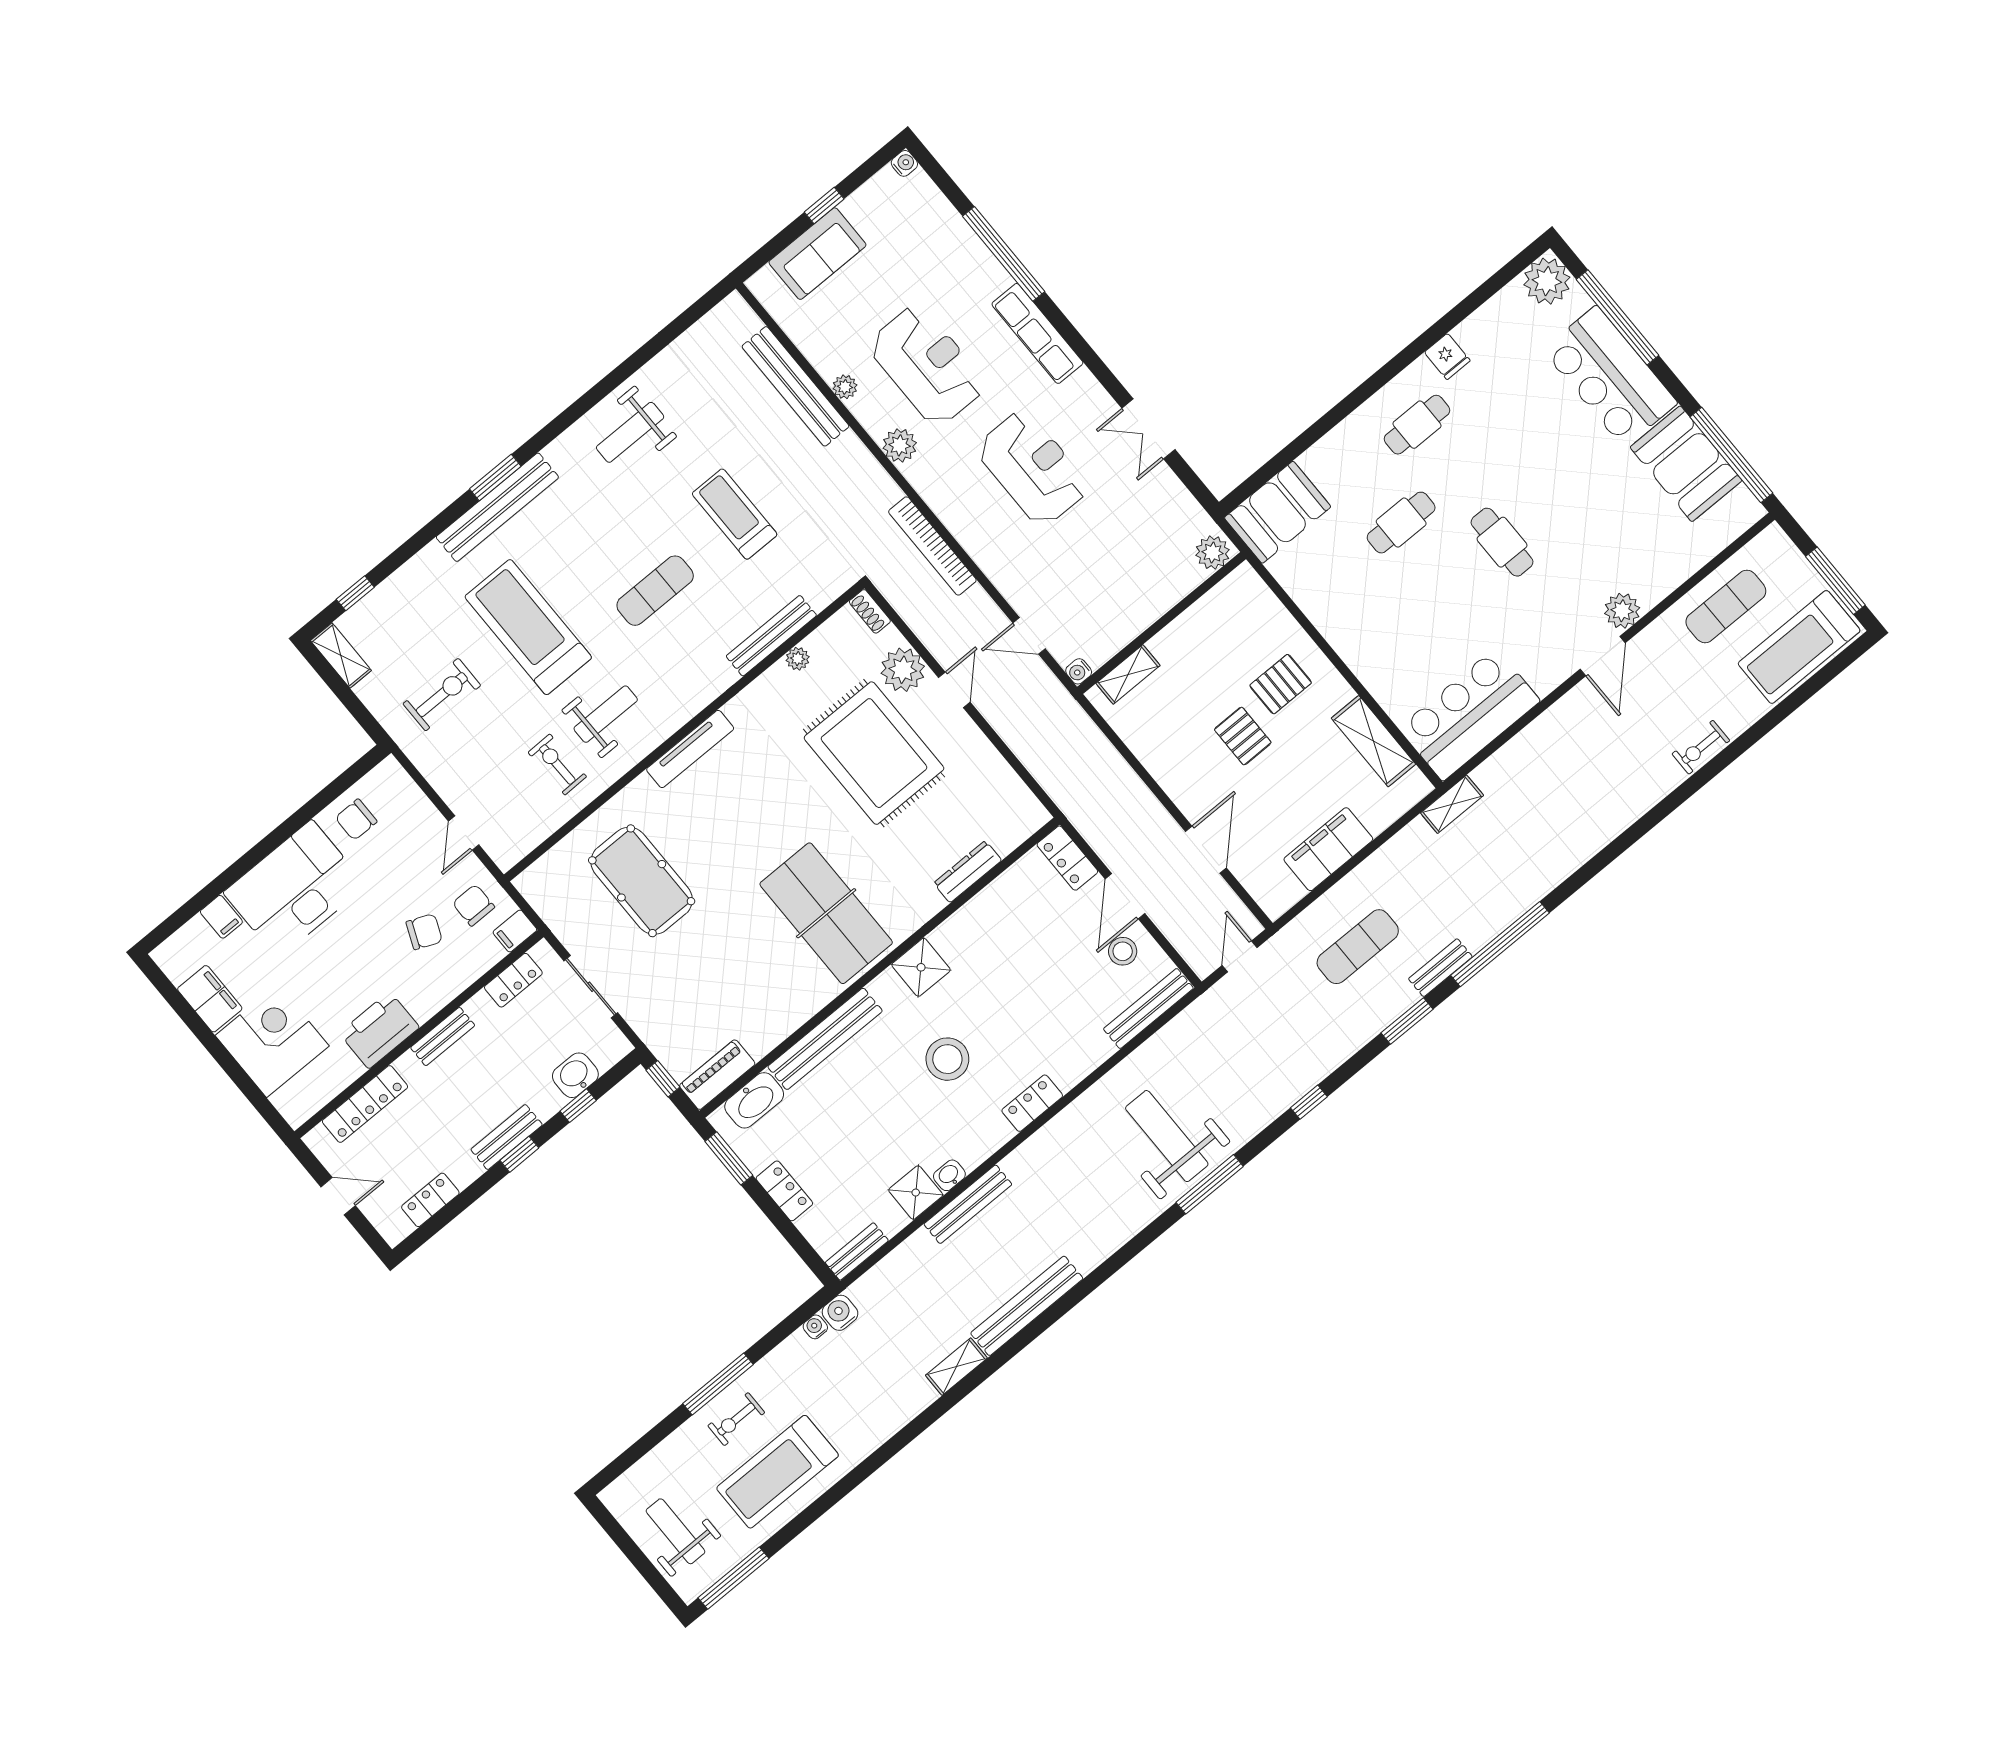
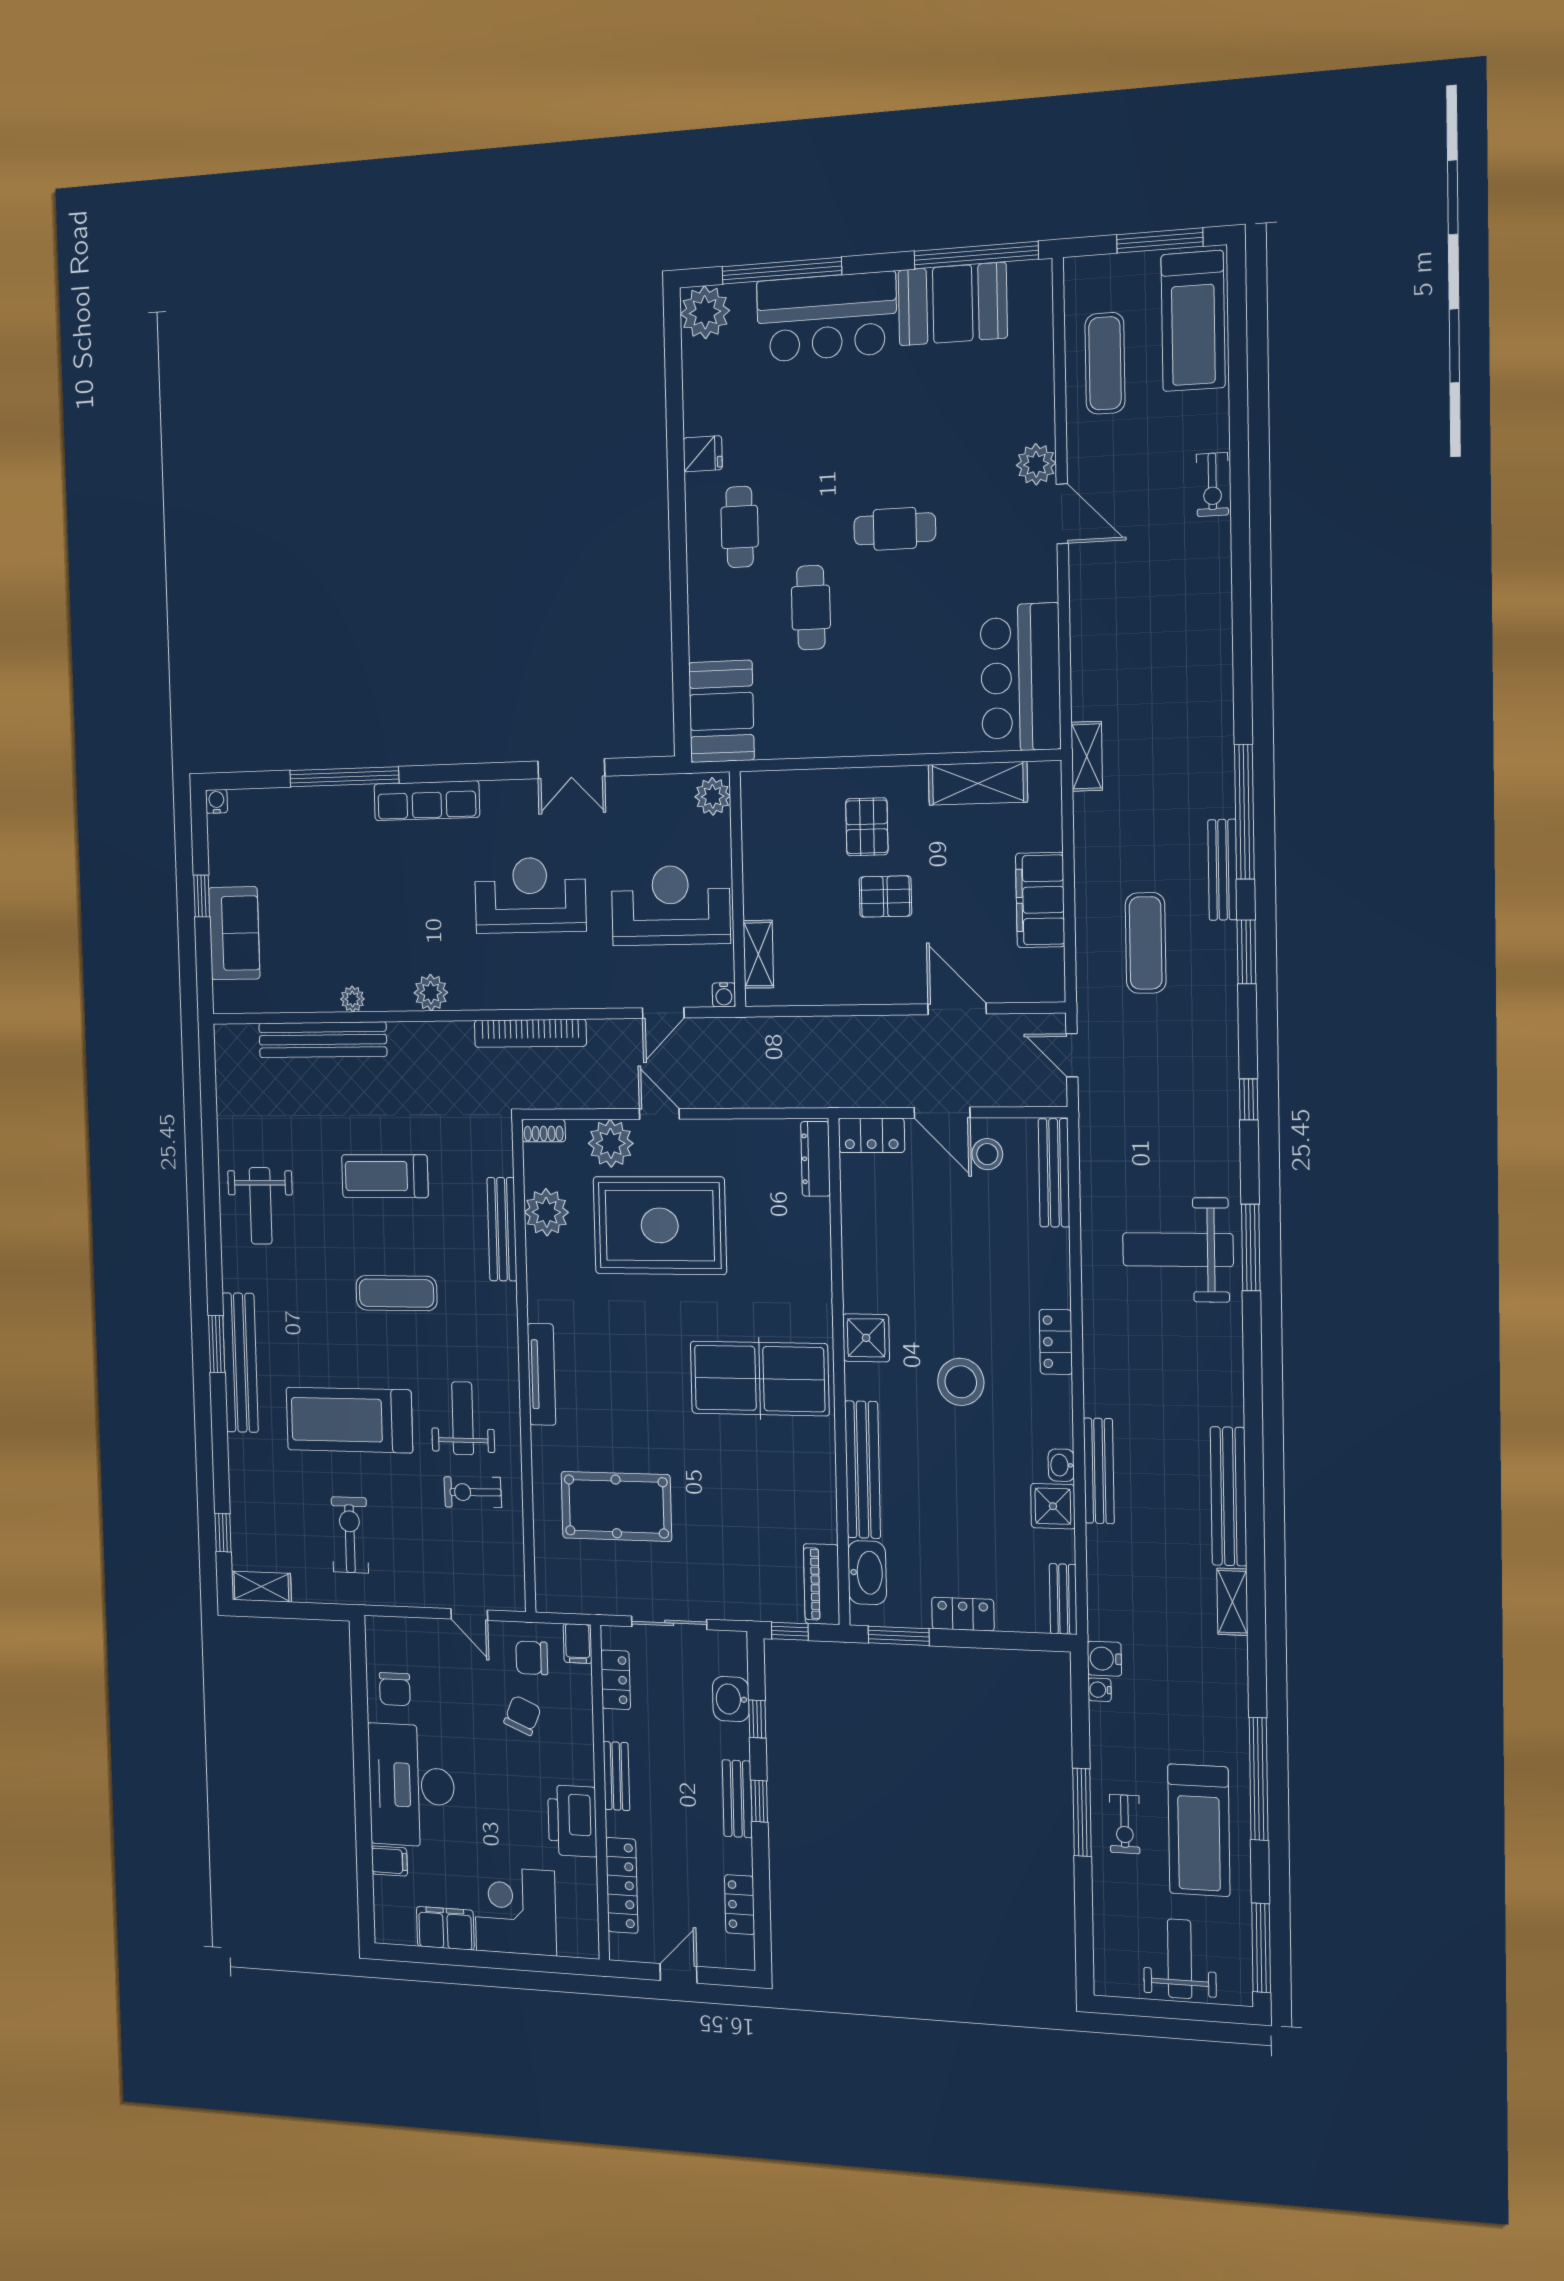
reception desk: (927, 365) -> (671, 905), moved
exercise mat: (655, 591) -> (396, 1293), turned 90
plant: (798, 659) -> (546, 1212), width x1.87, depth x1.87
dresser: (968, 872) -> (815, 1159), moved
bench: (1440, 968) -> (1223, 870), width x1.36
window: (849, 1482) -> (1259, 1779), added
weight bench: (676, 1531) -> (1180, 1959), turned 90

